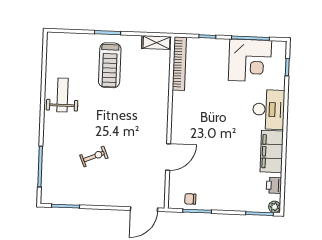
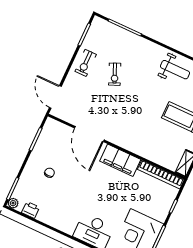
filing cabinet: (272, 151) -> (120, 160), moved, turned 180
door: (168, 157) -> (89, 134), width x1.36
exercise bike: (95, 192) -> (86, 63), added
chair: (190, 199) -> (49, 173), moved

